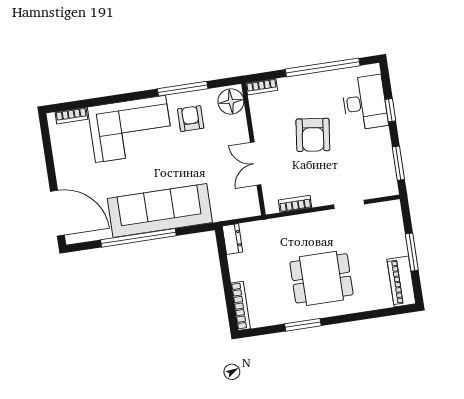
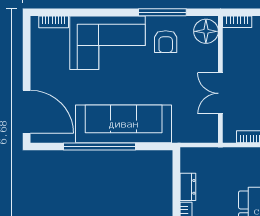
armchair: (191, 119) -> (166, 42), turned 180
dresser: (232, 239) -> (188, 187), moved

